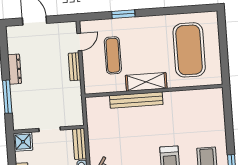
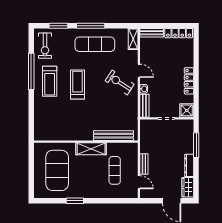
window: (123, 14) -> (75, 201), moved
wardrobe: (14, 40) -> (188, 187), added
door: (79, 42) -> (139, 182), swing flipped
bench: (136, 100) -> (114, 136), moved

